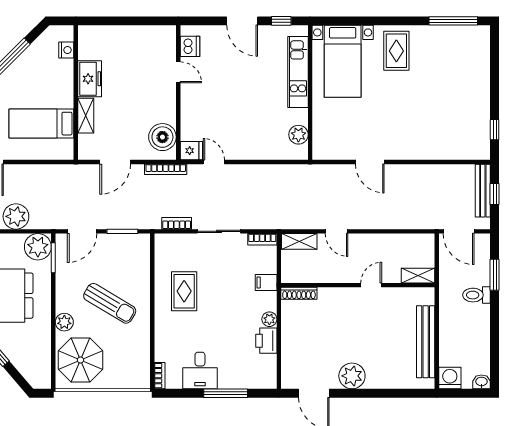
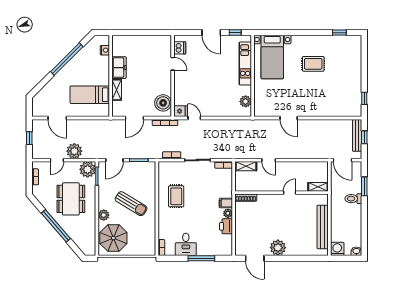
window: (453, 21) -> (339, 33), width x0.46
rug: (396, 51) -> (313, 64), moved, turned 90
filing cabinet: (266, 282) -> (226, 203), moved

